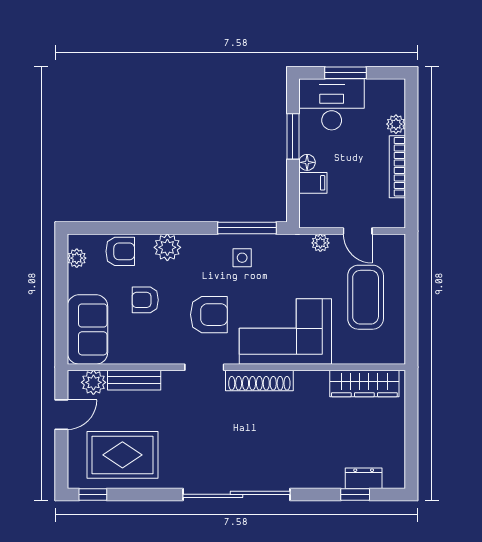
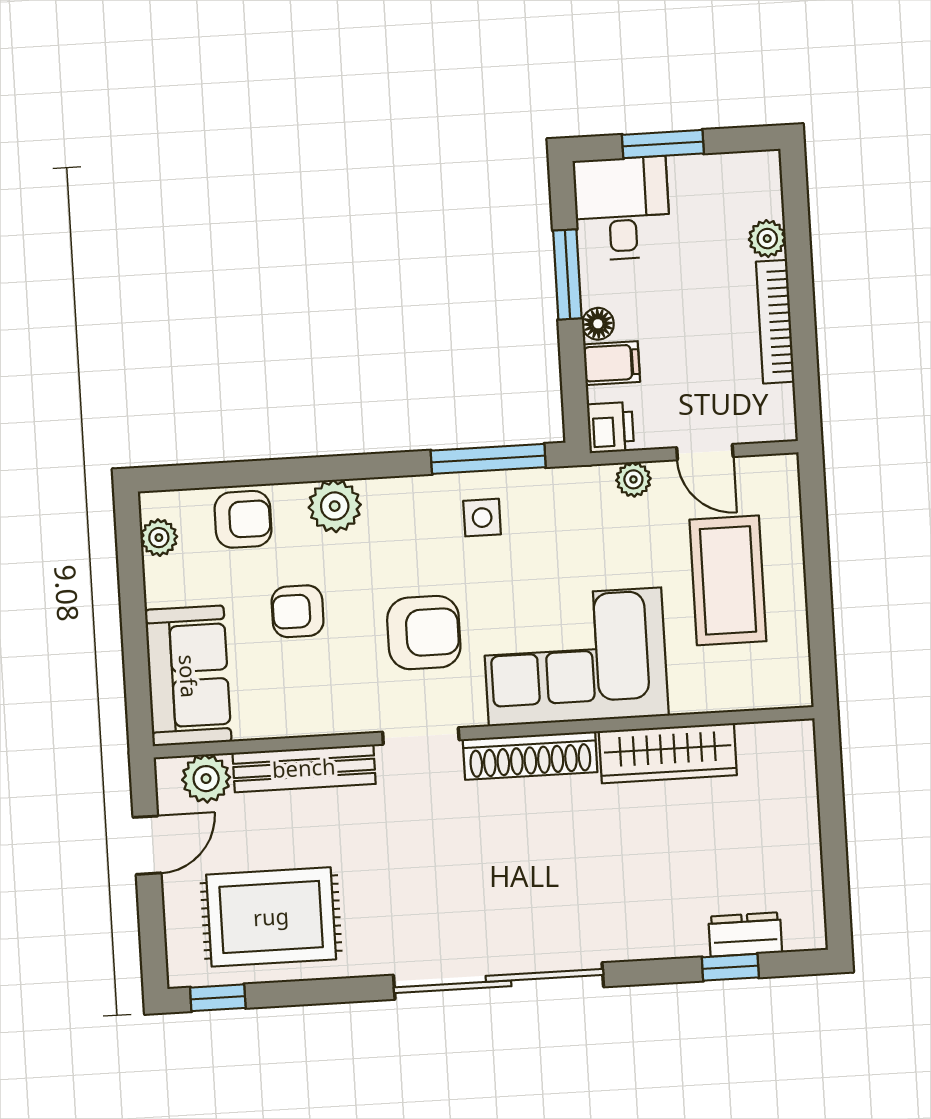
desk: (332, 104) -> (622, 209), width x0.73
printer: (310, 216) -> (611, 428), added
bench: (134, 380) -> (304, 768), width x1.36
wardrobe: (364, 383) -> (668, 753), moved

